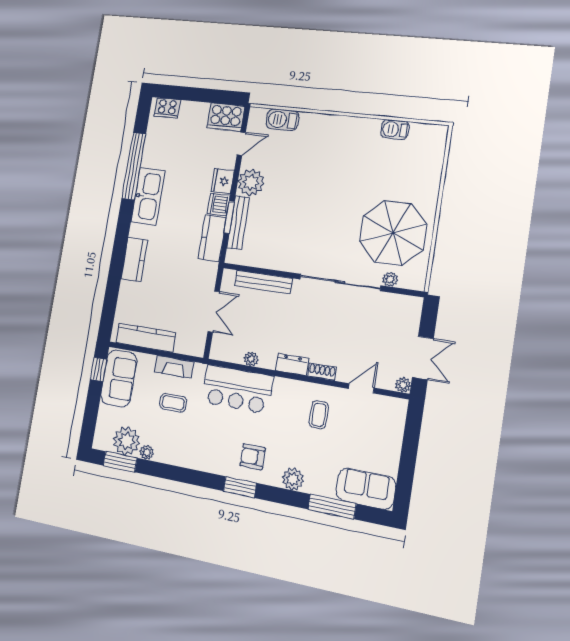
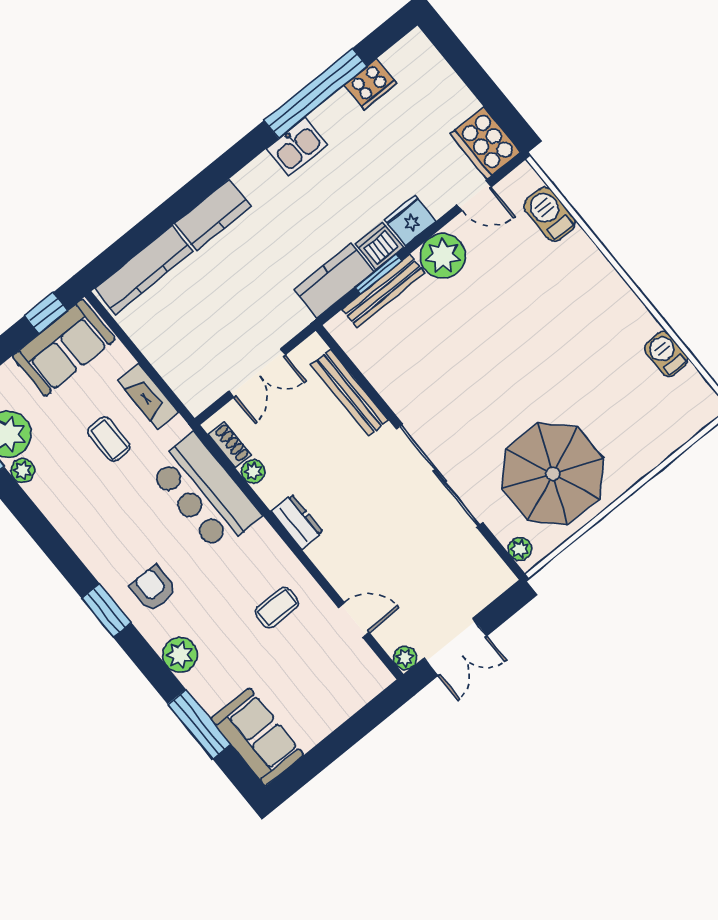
cooker: (167, 108) -> (370, 84), moved, turned -90
kitchen sink: (148, 196) -> (297, 147), width x0.53, depth x0.81
plant: (390, 279) -> (520, 549), moved
kitchen counter: (146, 338) -> (144, 270), moved, turned 90
shoe rack: (322, 372) -> (230, 445), moved

